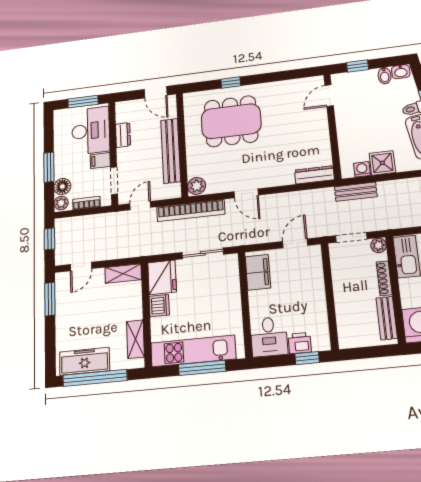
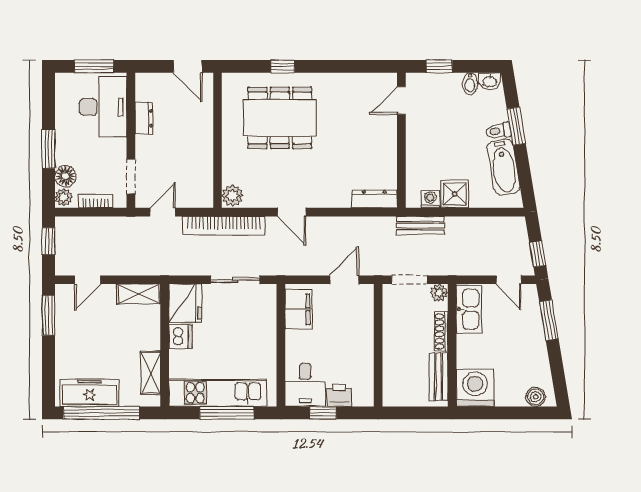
bench: (171, 151) -> (203, 147), removed
filing cabinet: (100, 161) -> (114, 148), removed
window: (307, 358) -> (323, 413), moved

